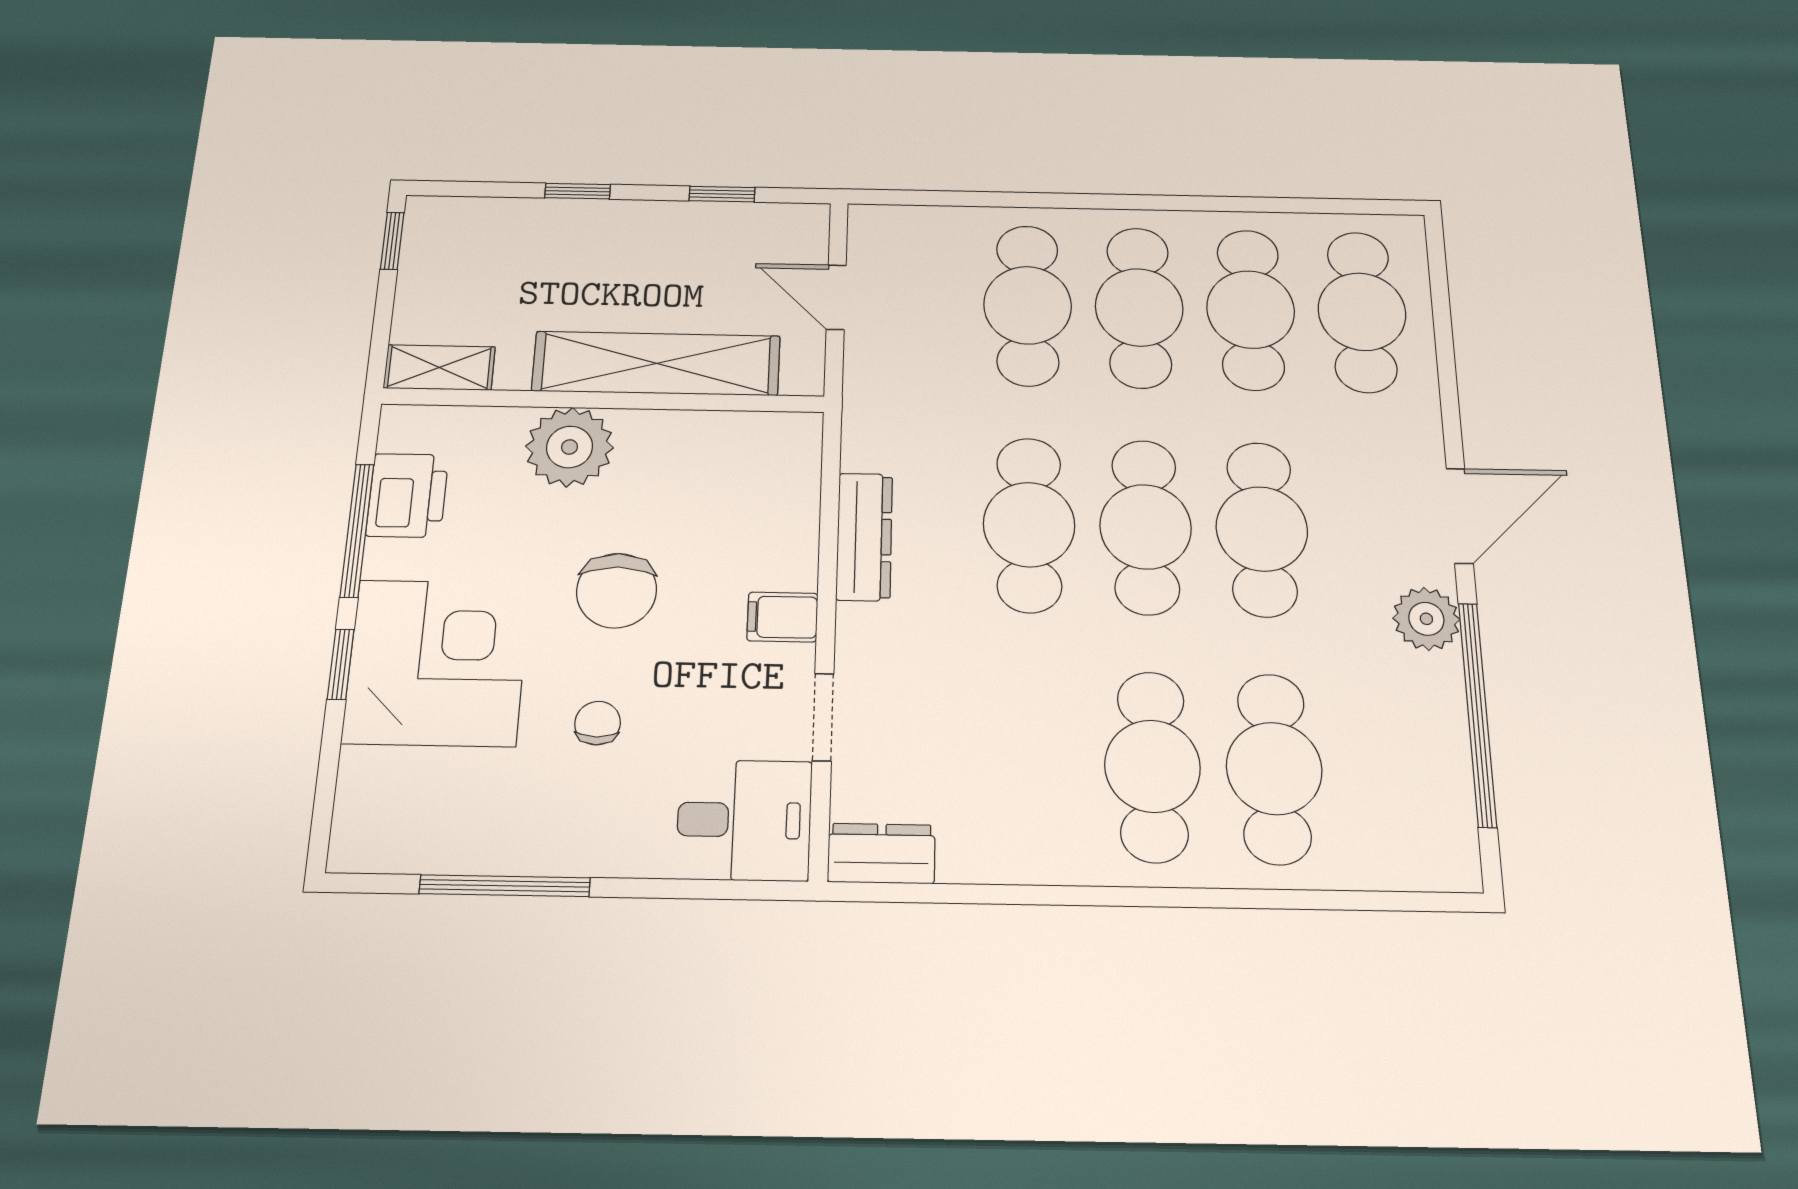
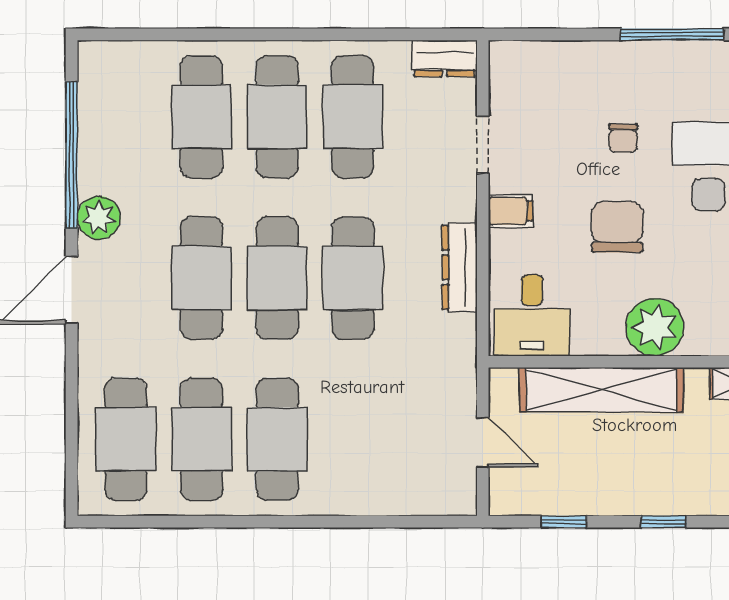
cafe table: (1028, 305) -> (353, 117), moved
desk: (744, 820) -> (532, 315), moved, turned -90

